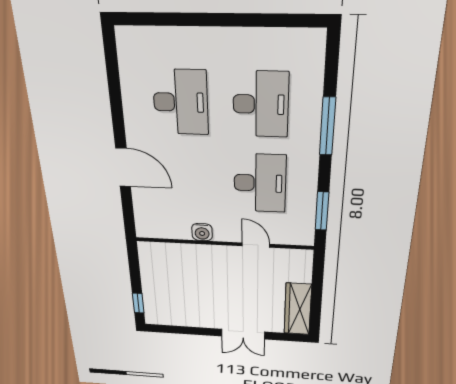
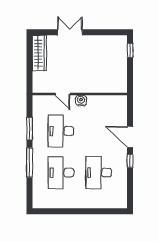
window: (118, 124) -> (130, 161), added
window: (322, 211) -> (30, 128), moved
water cooler: (202, 232) -> (81, 101), moved

